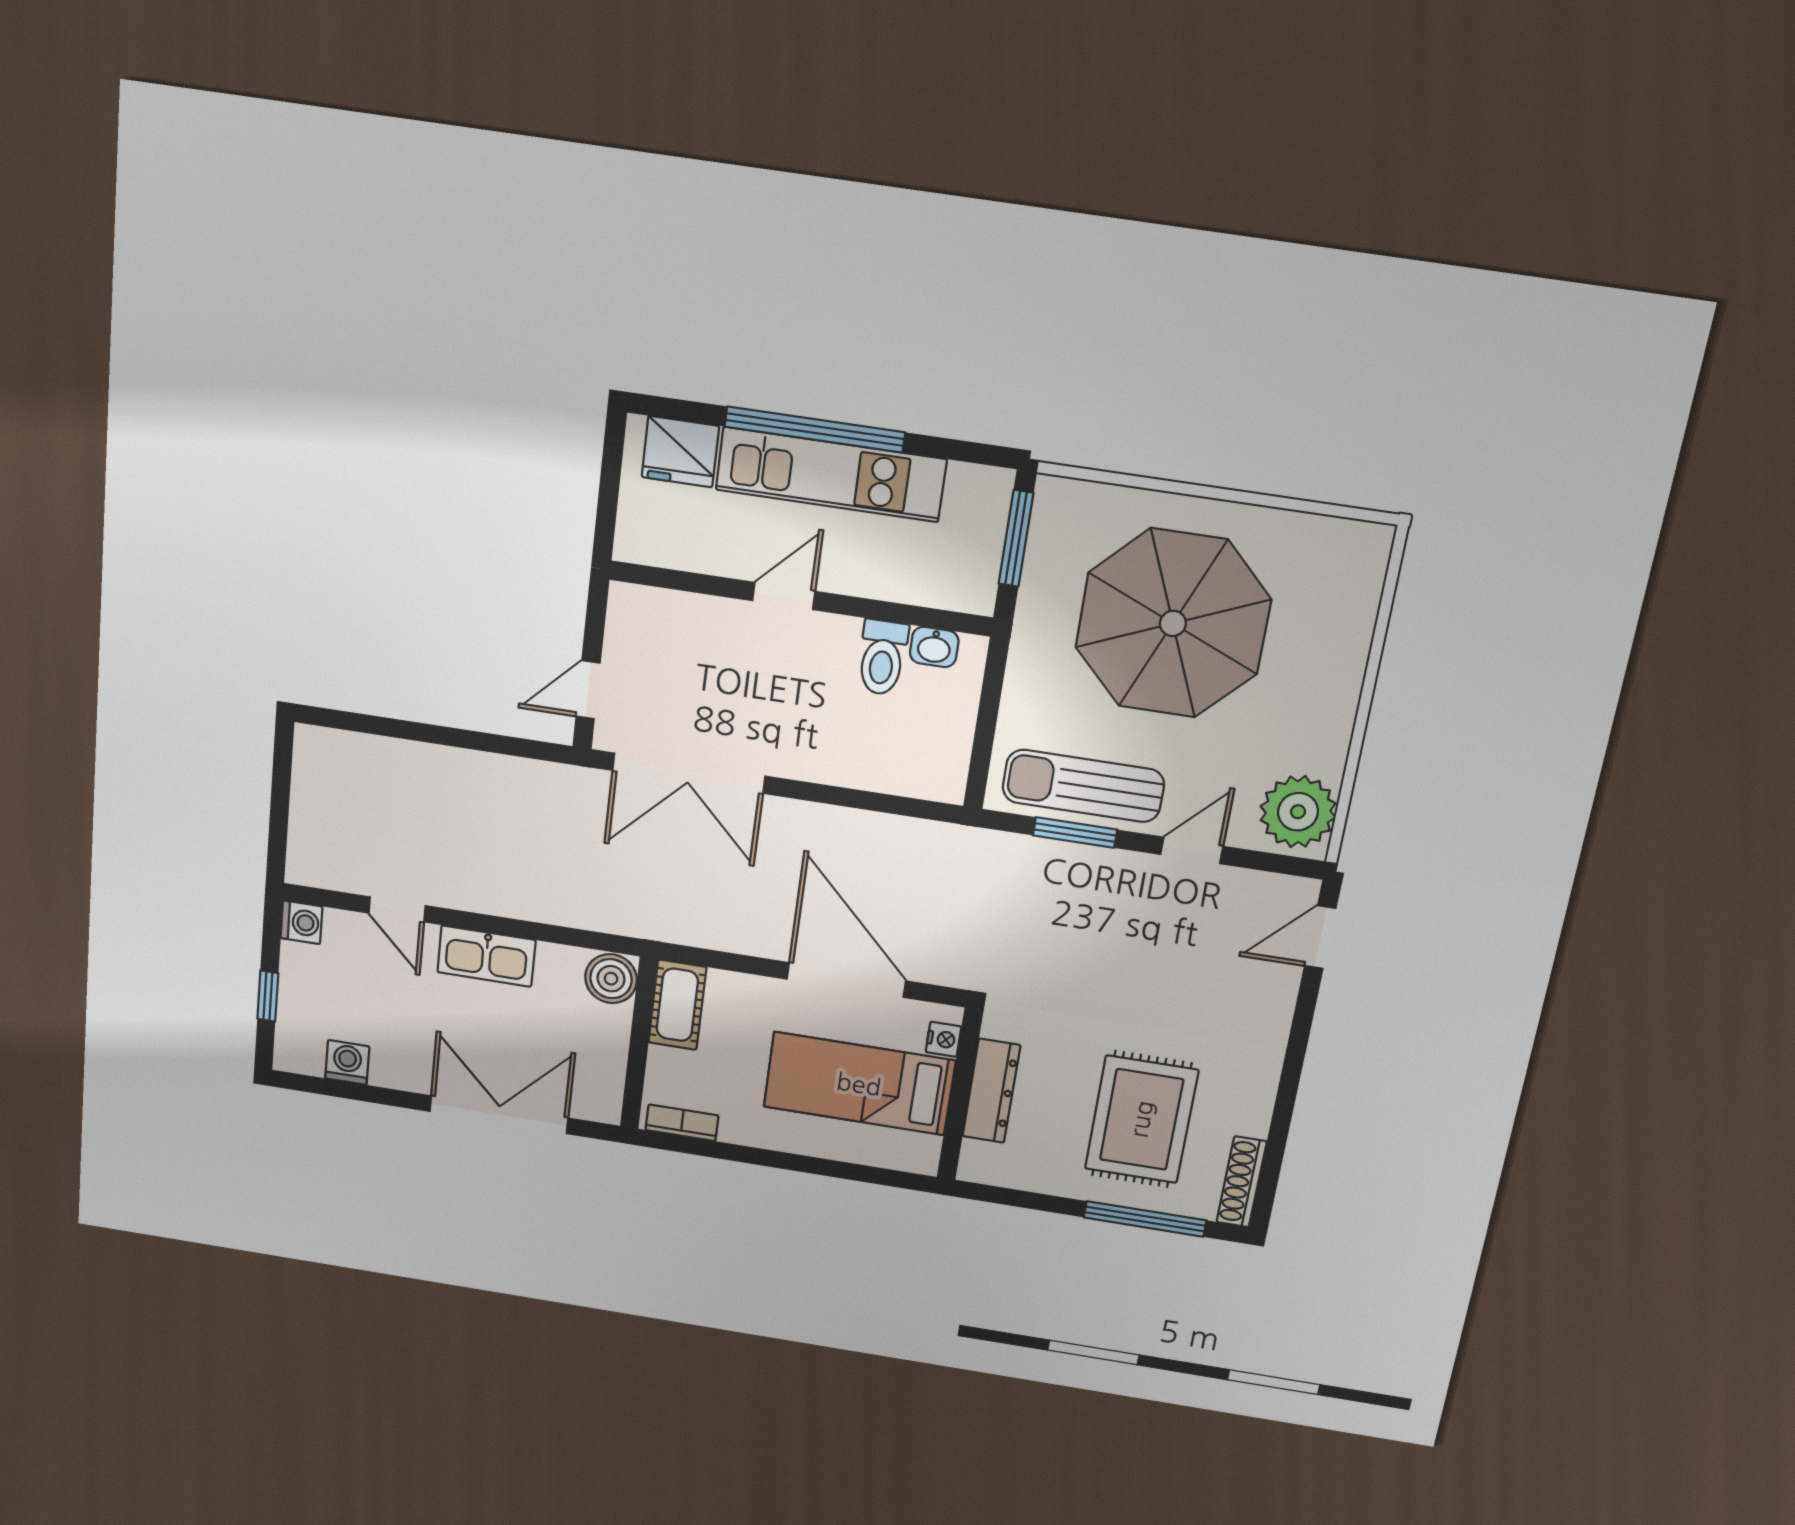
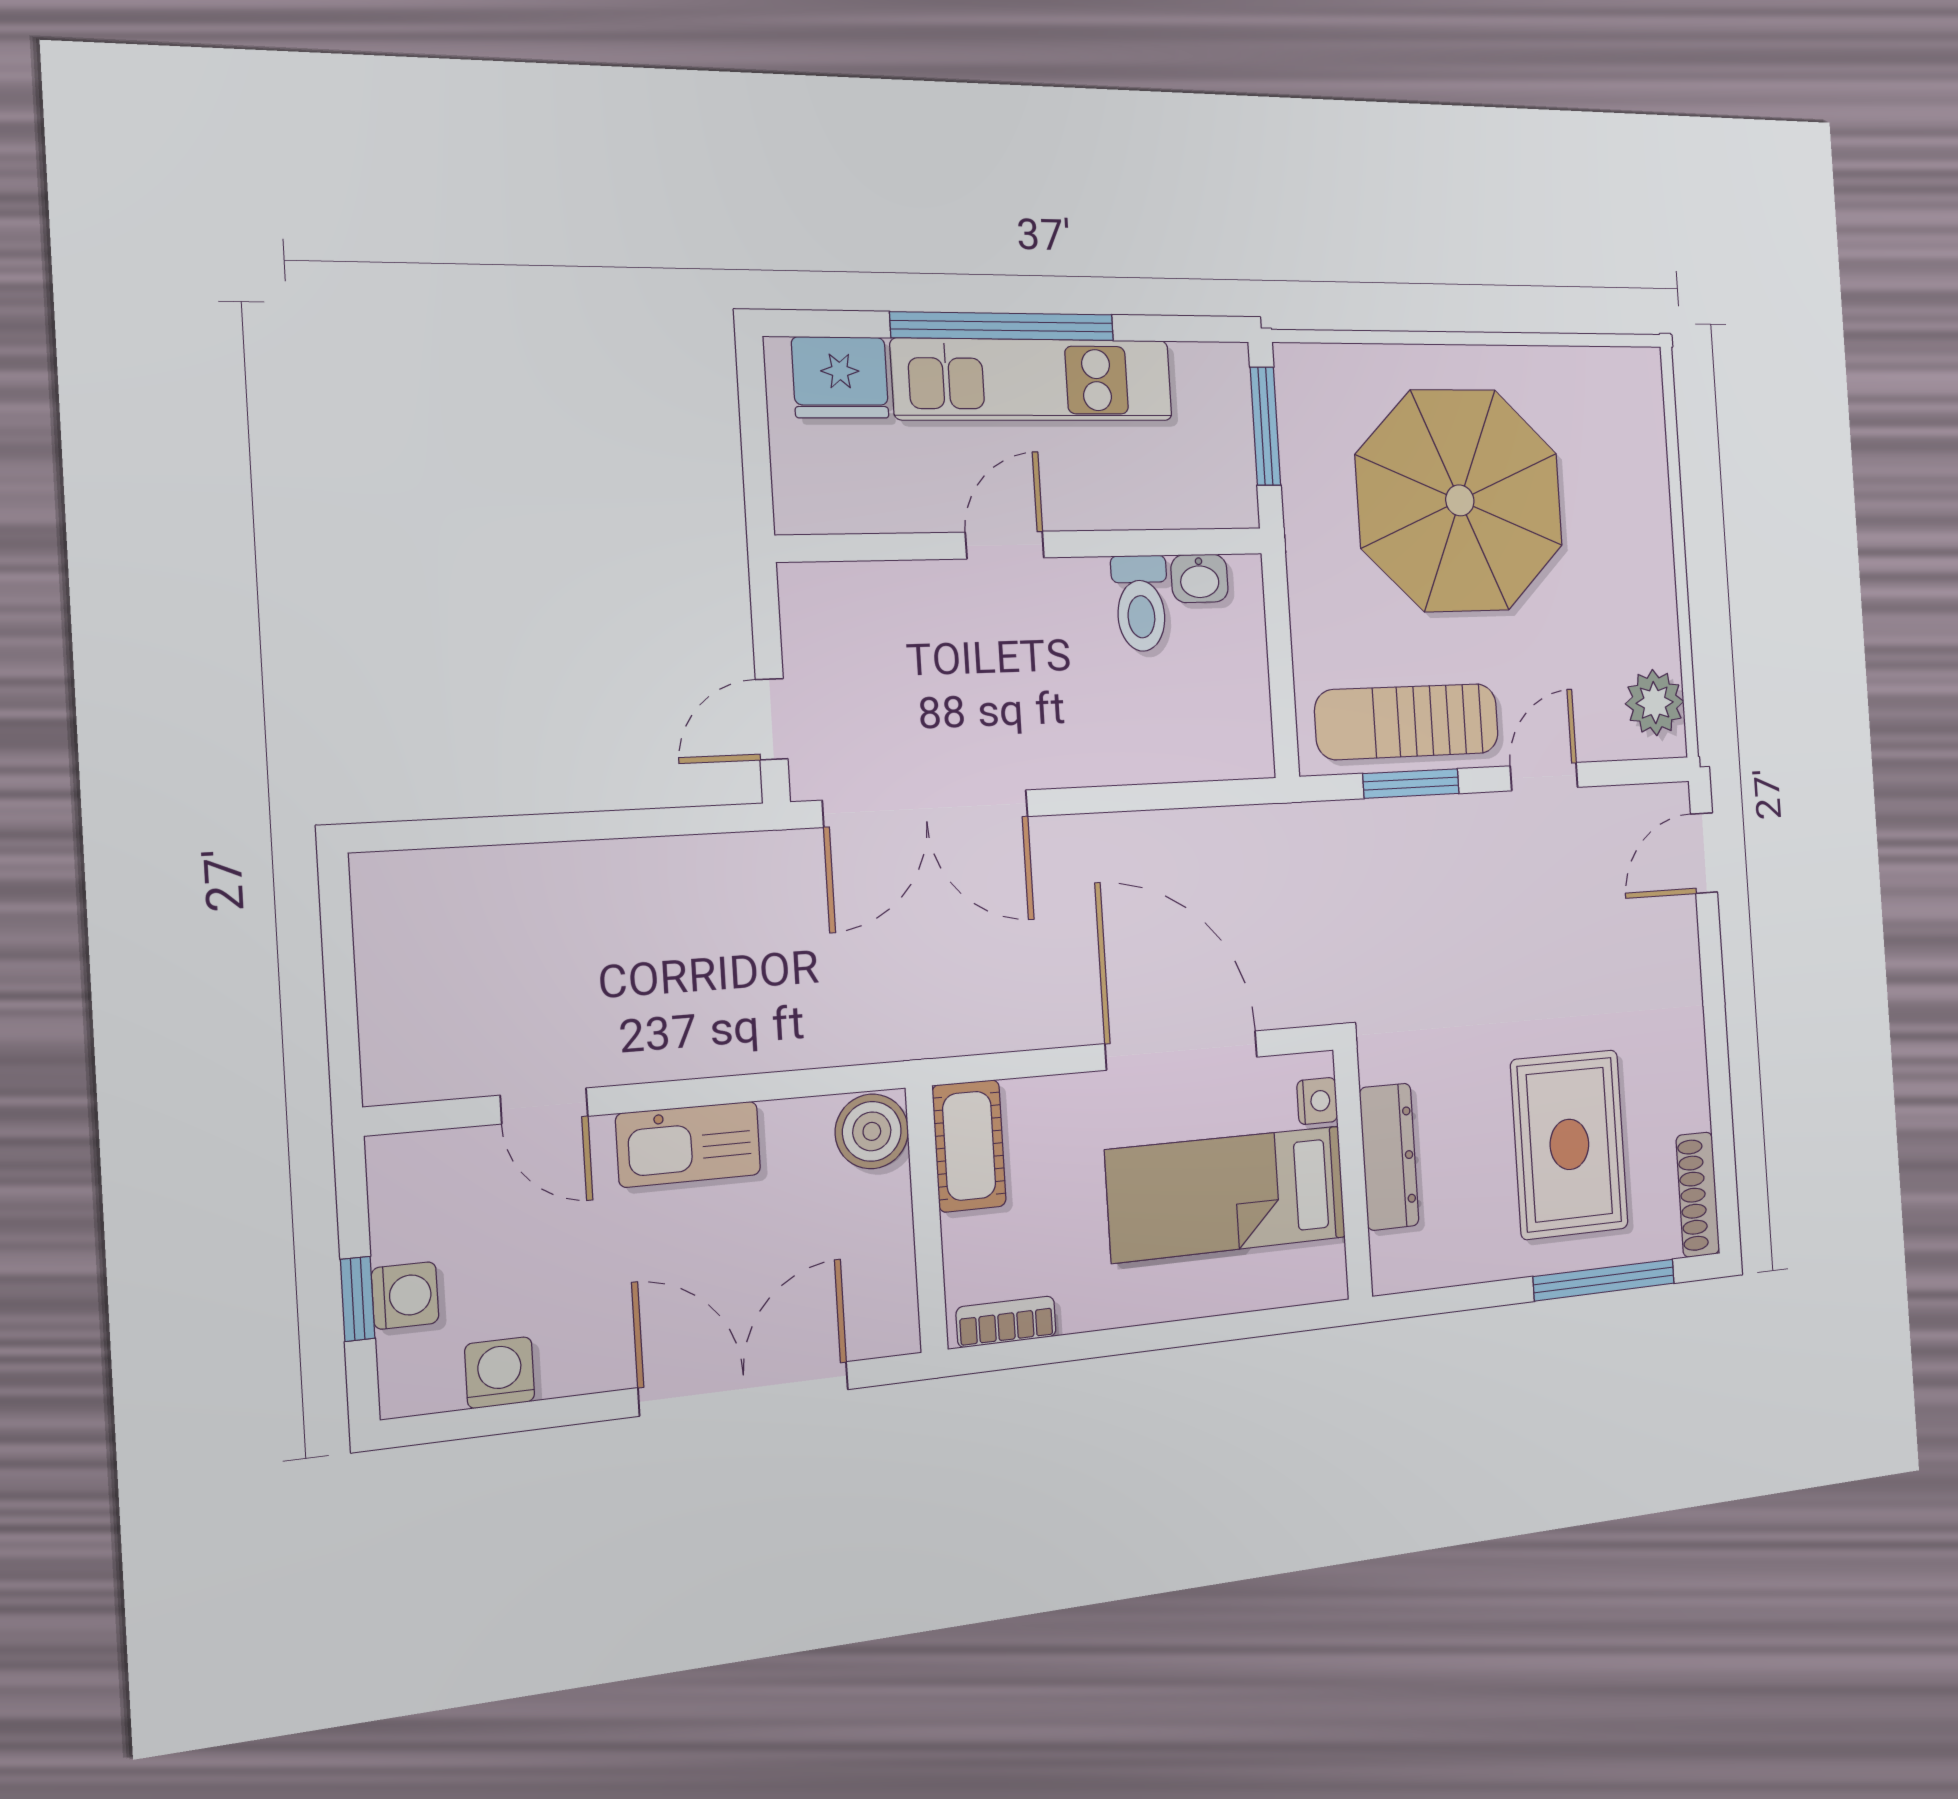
plant: (1298, 812) -> (1655, 703), width x0.73, depth x0.73
washing machine: (302, 922) -> (405, 1296), moved

